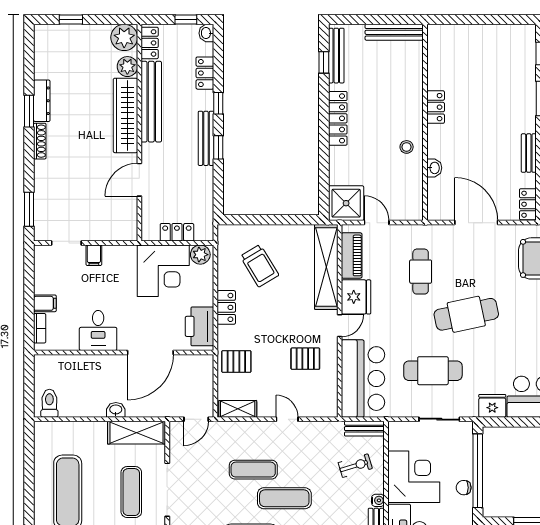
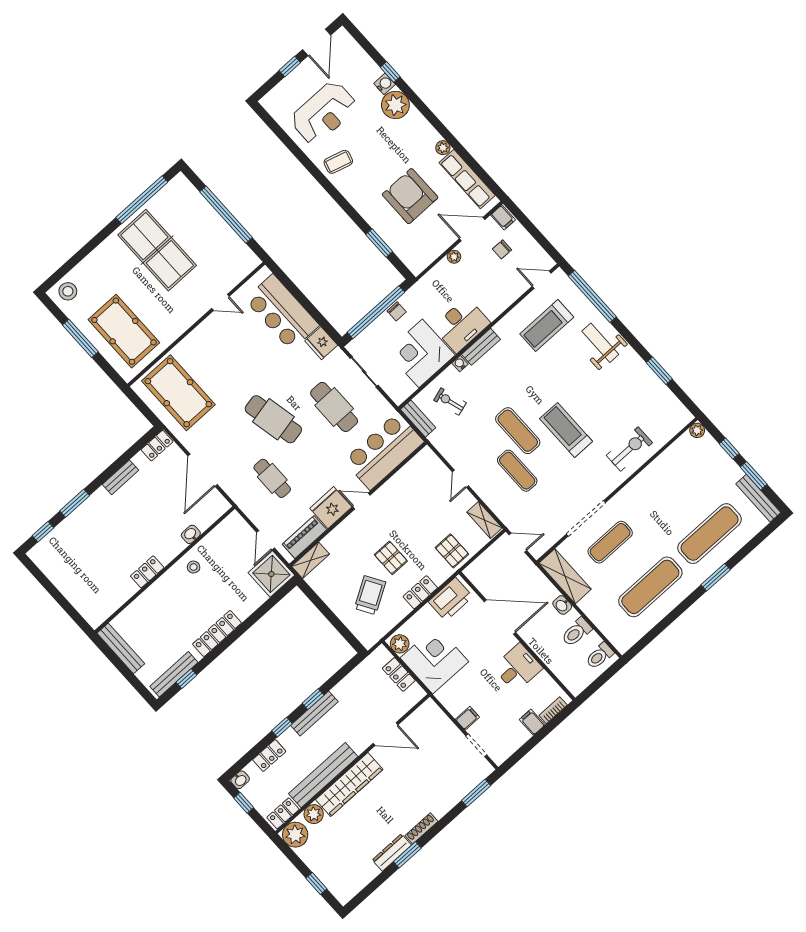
shelving: (326, 267) -> (311, 560), width x0.45, depth x0.75
cafe table: (421, 272) -> (272, 478), turned 90
pallet: (305, 359) -> (391, 558), moved
toilet: (84, 402) -> (576, 632), added

